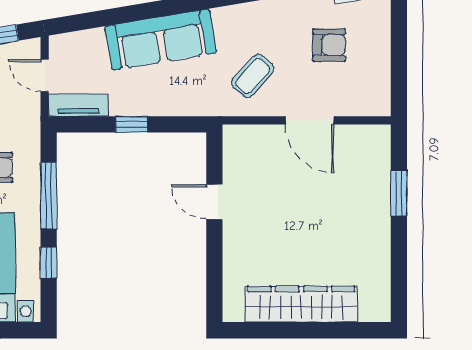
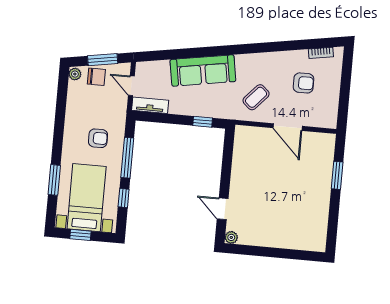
window: (132, 124) -> (203, 122), moved
door: (214, 202) -> (223, 209), moved
wardrobe: (301, 304) -> (273, 237), removed
plant: (233, 312) -> (231, 237), added

